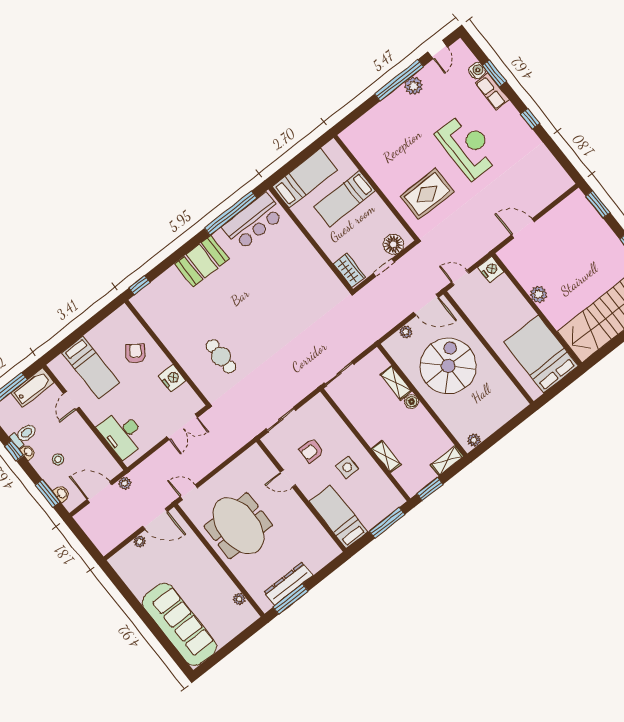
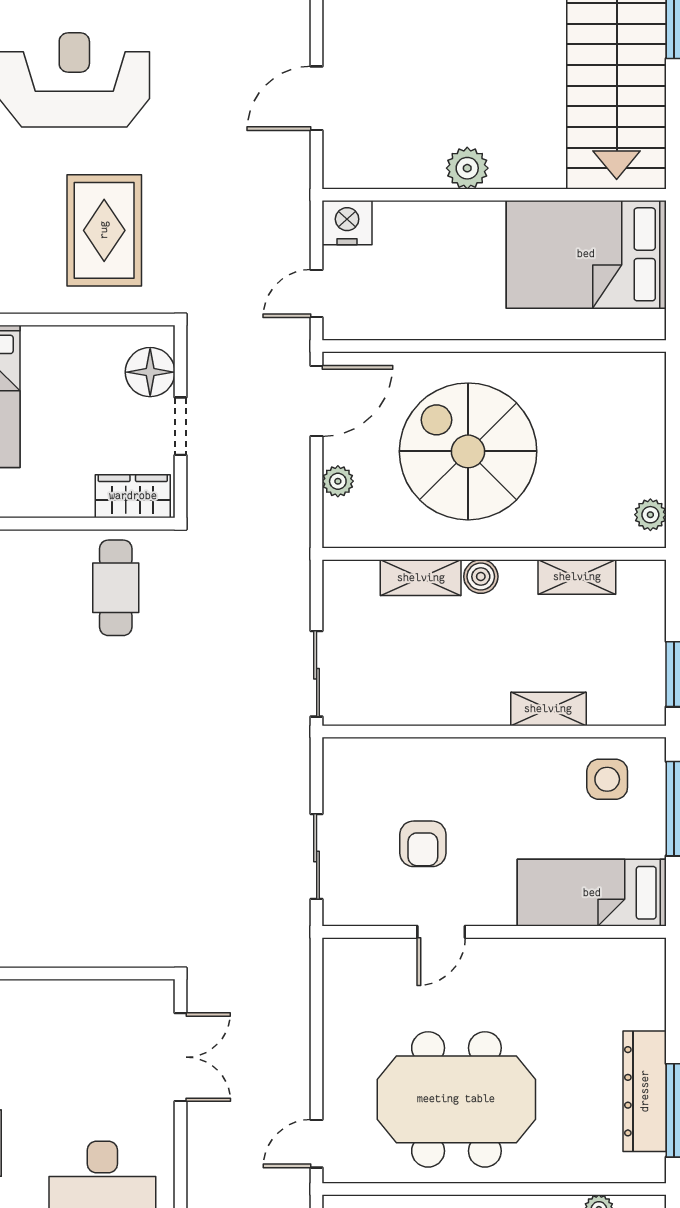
cafe table: (221, 356) -> (116, 588), moved, turned 90
nightstand: (172, 378) -> (71, 1002), removed
shelving: (447, 461) -> (577, 577), moved, turned 90
side table: (347, 467) -> (607, 779), moved

